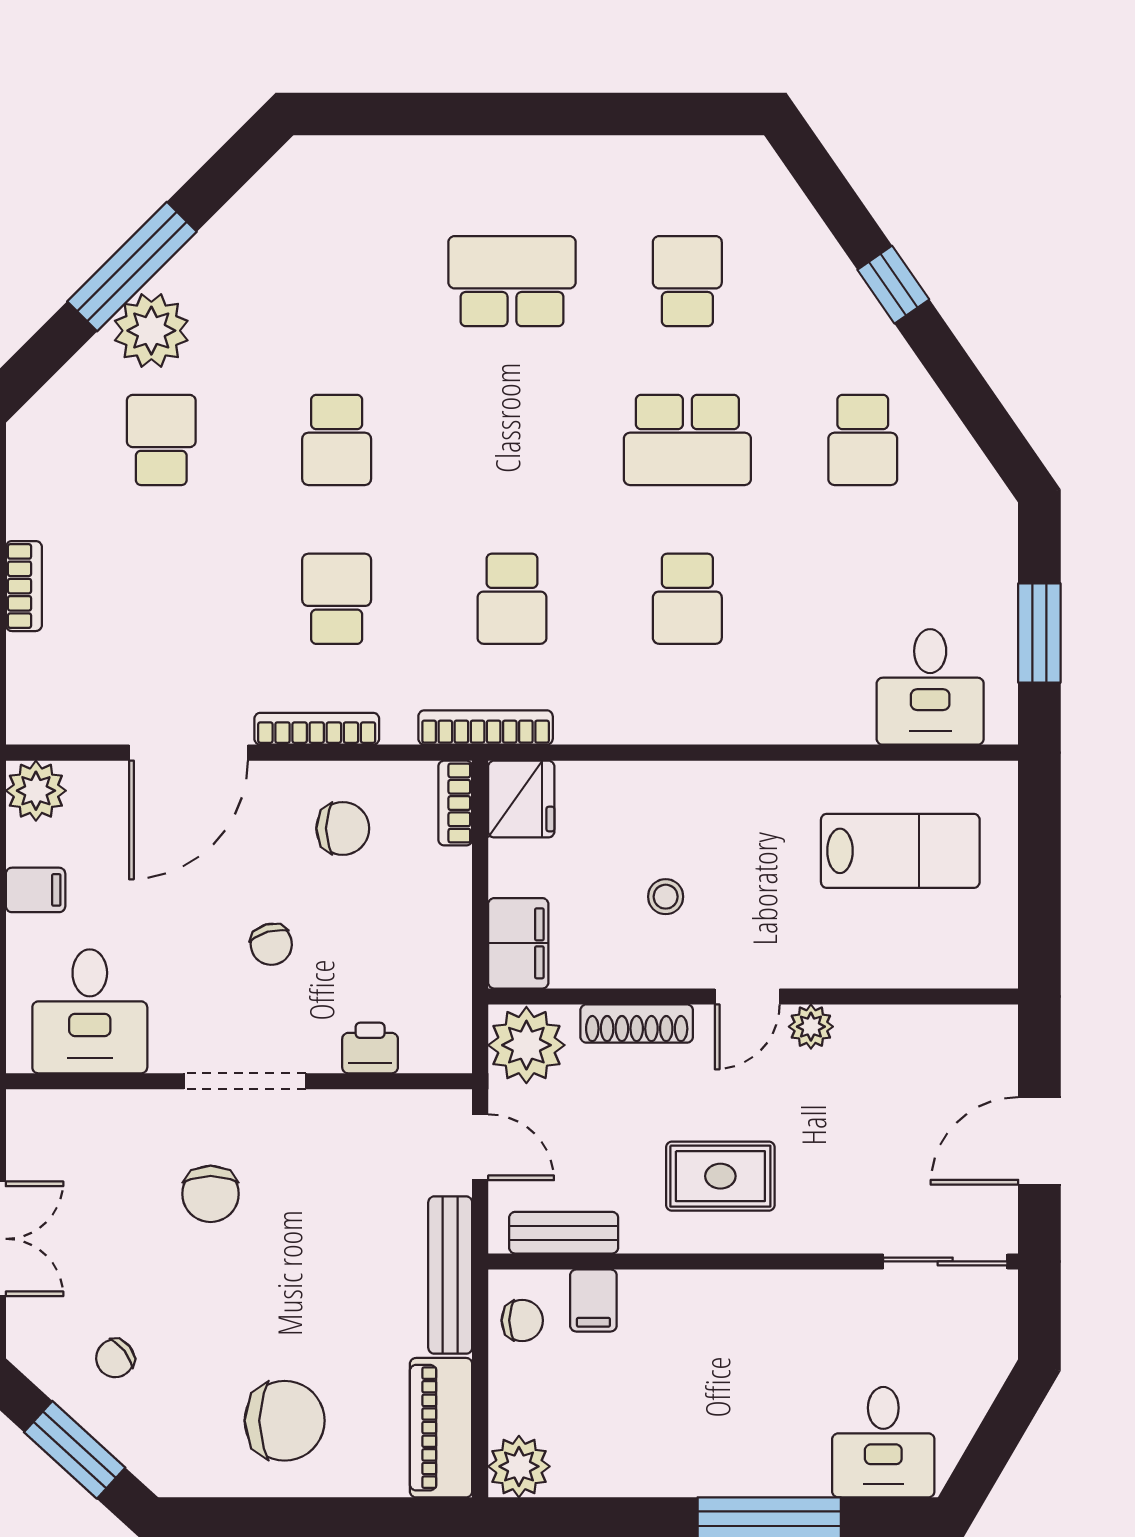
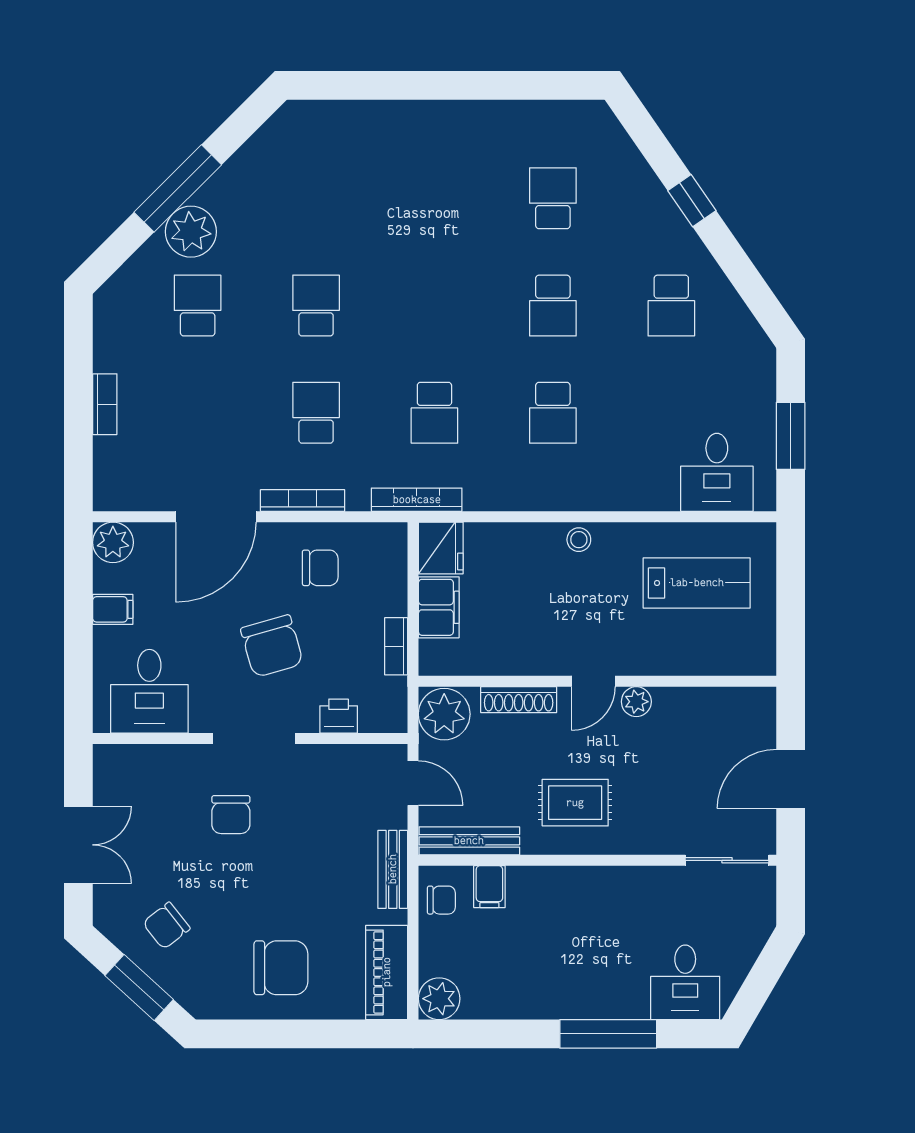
school desk: (512, 281) -> (434, 198), removed
school desk: (337, 440) -> (316, 306), turned 180
school desk: (687, 440) -> (553, 306), width x0.54
bookcase: (455, 803) -> (396, 646), moved
stool: (666, 897) -> (579, 540), moved
filing cabinet: (518, 943) -> (439, 607), moved
chair: (271, 944) -> (272, 646), width x1.87, depth x1.87
bench: (564, 1233) -> (469, 841), width x1.36
bench: (450, 1275) -> (393, 869), width x0.73
chair: (115, 1358) -> (166, 926), width x1.37, depth x1.37

